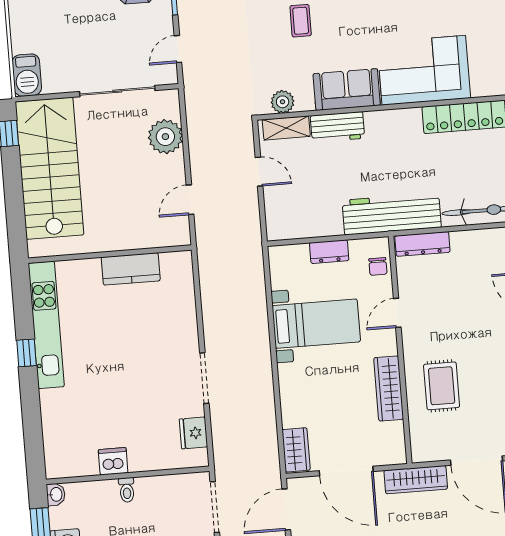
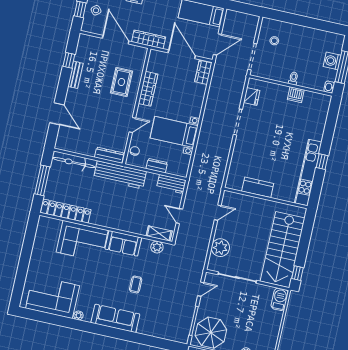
workbench: (338, 127) -> (171, 184), moved, turned 180

